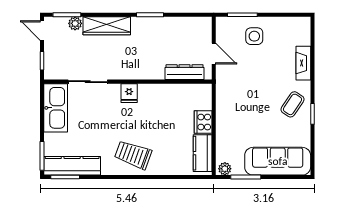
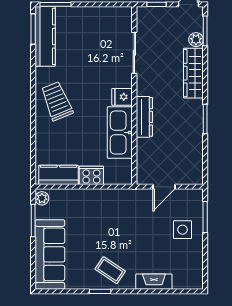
dresser: (185, 72) -> (144, 117), moved
kitchen sink: (56, 108) -> (120, 133), moved, turned 90
trolley: (133, 155) -> (57, 101), turned -42

